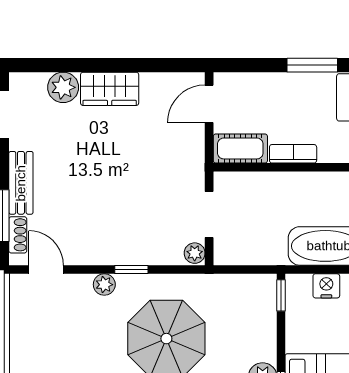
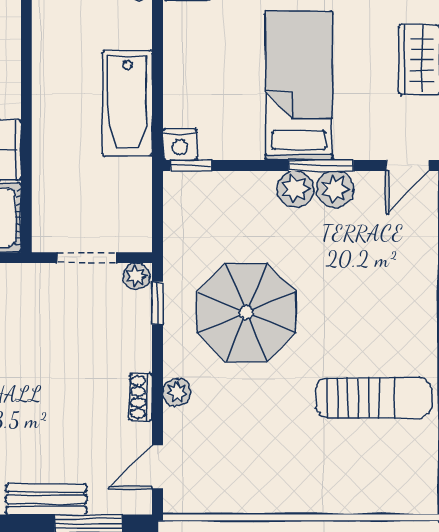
shoe rack: (18, 235) -> (141, 397), moved, turned -90
window: (131, 269) -> (158, 303), moved
nightstand: (326, 286) -> (180, 144), moved, turned -90

